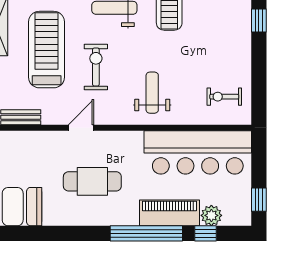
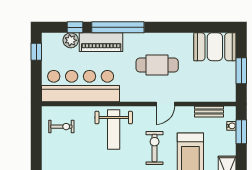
exercise bike: (96, 67) -> (155, 148), turned 180
weight bench: (152, 93) -> (114, 129), width x1.36, depth x1.33

